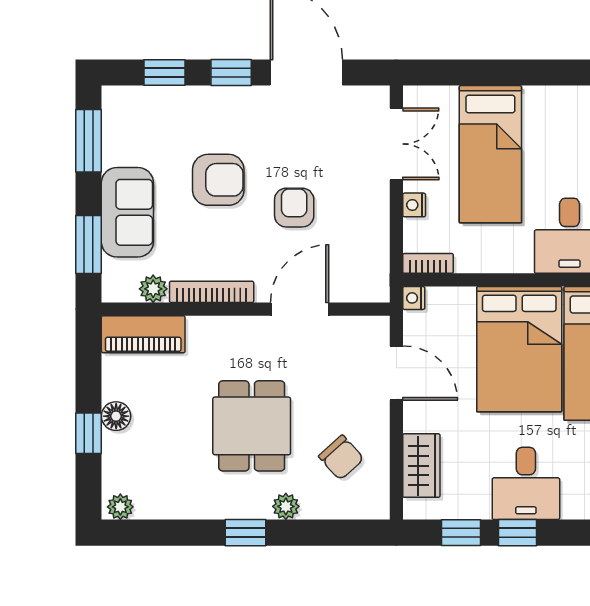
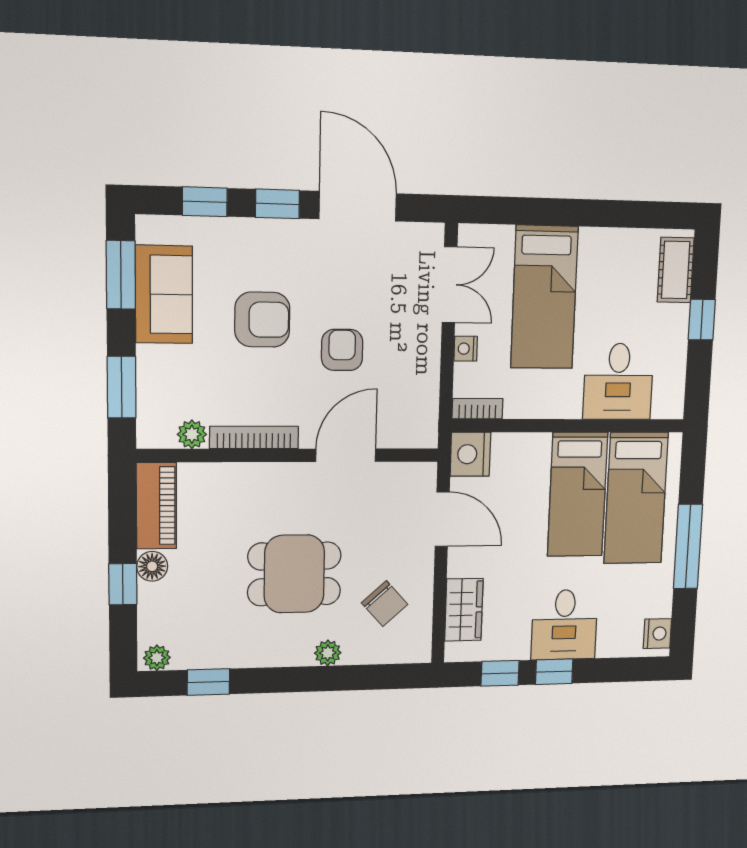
sofa: (127, 212) -> (164, 294), moved
nightstand: (414, 298) -> (470, 454), width x1.89, depth x1.79
piano: (143, 334) -> (156, 506), moved, turned -90
bed: (519, 349) -> (578, 494), width x0.67
dining table: (252, 426) -> (294, 574), turned 90
window: (245, 533) -> (208, 682), moved

